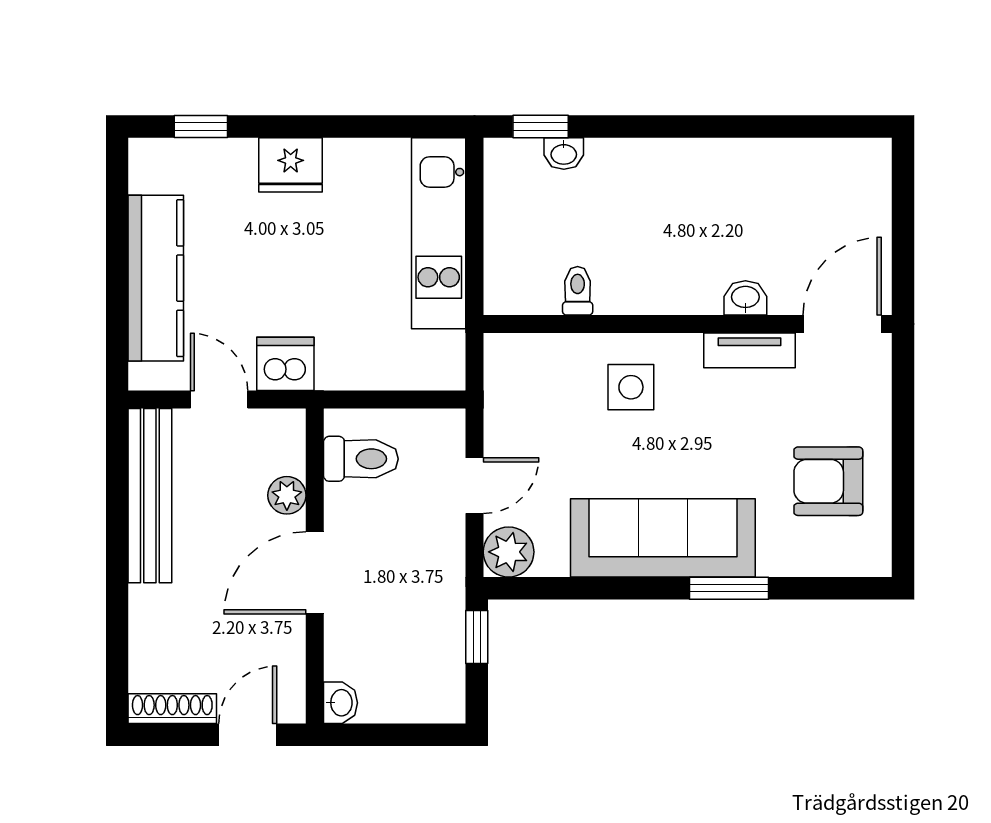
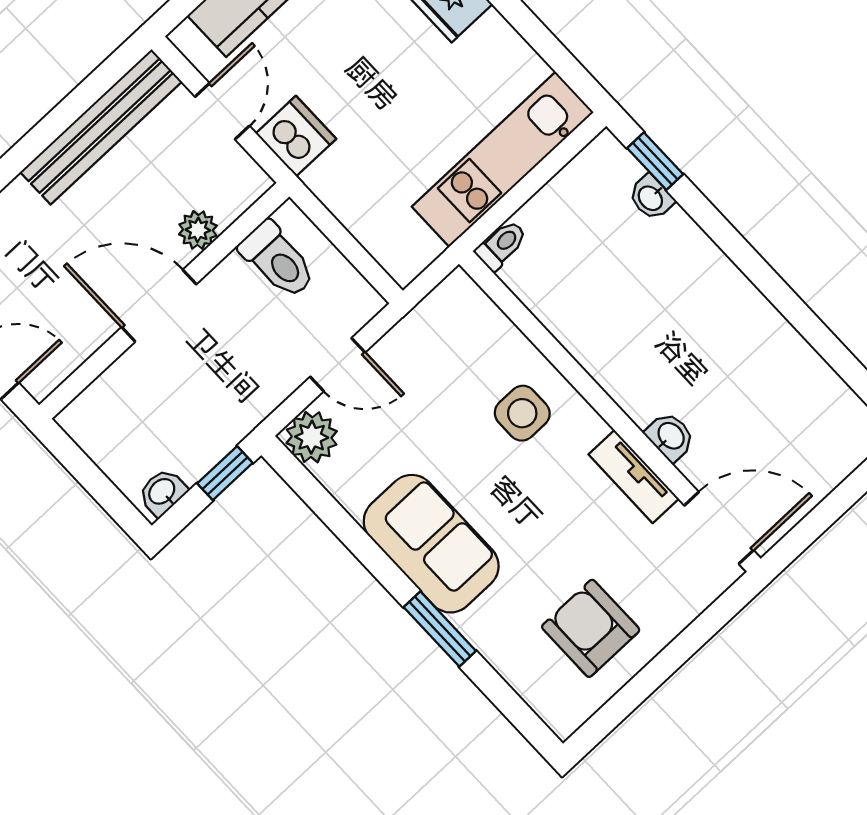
toilet: (578, 291) -> (501, 245), moved
sofa: (663, 538) -> (431, 544), width x0.73
washbasin: (340, 703) -> (162, 492), moved, turned 180

